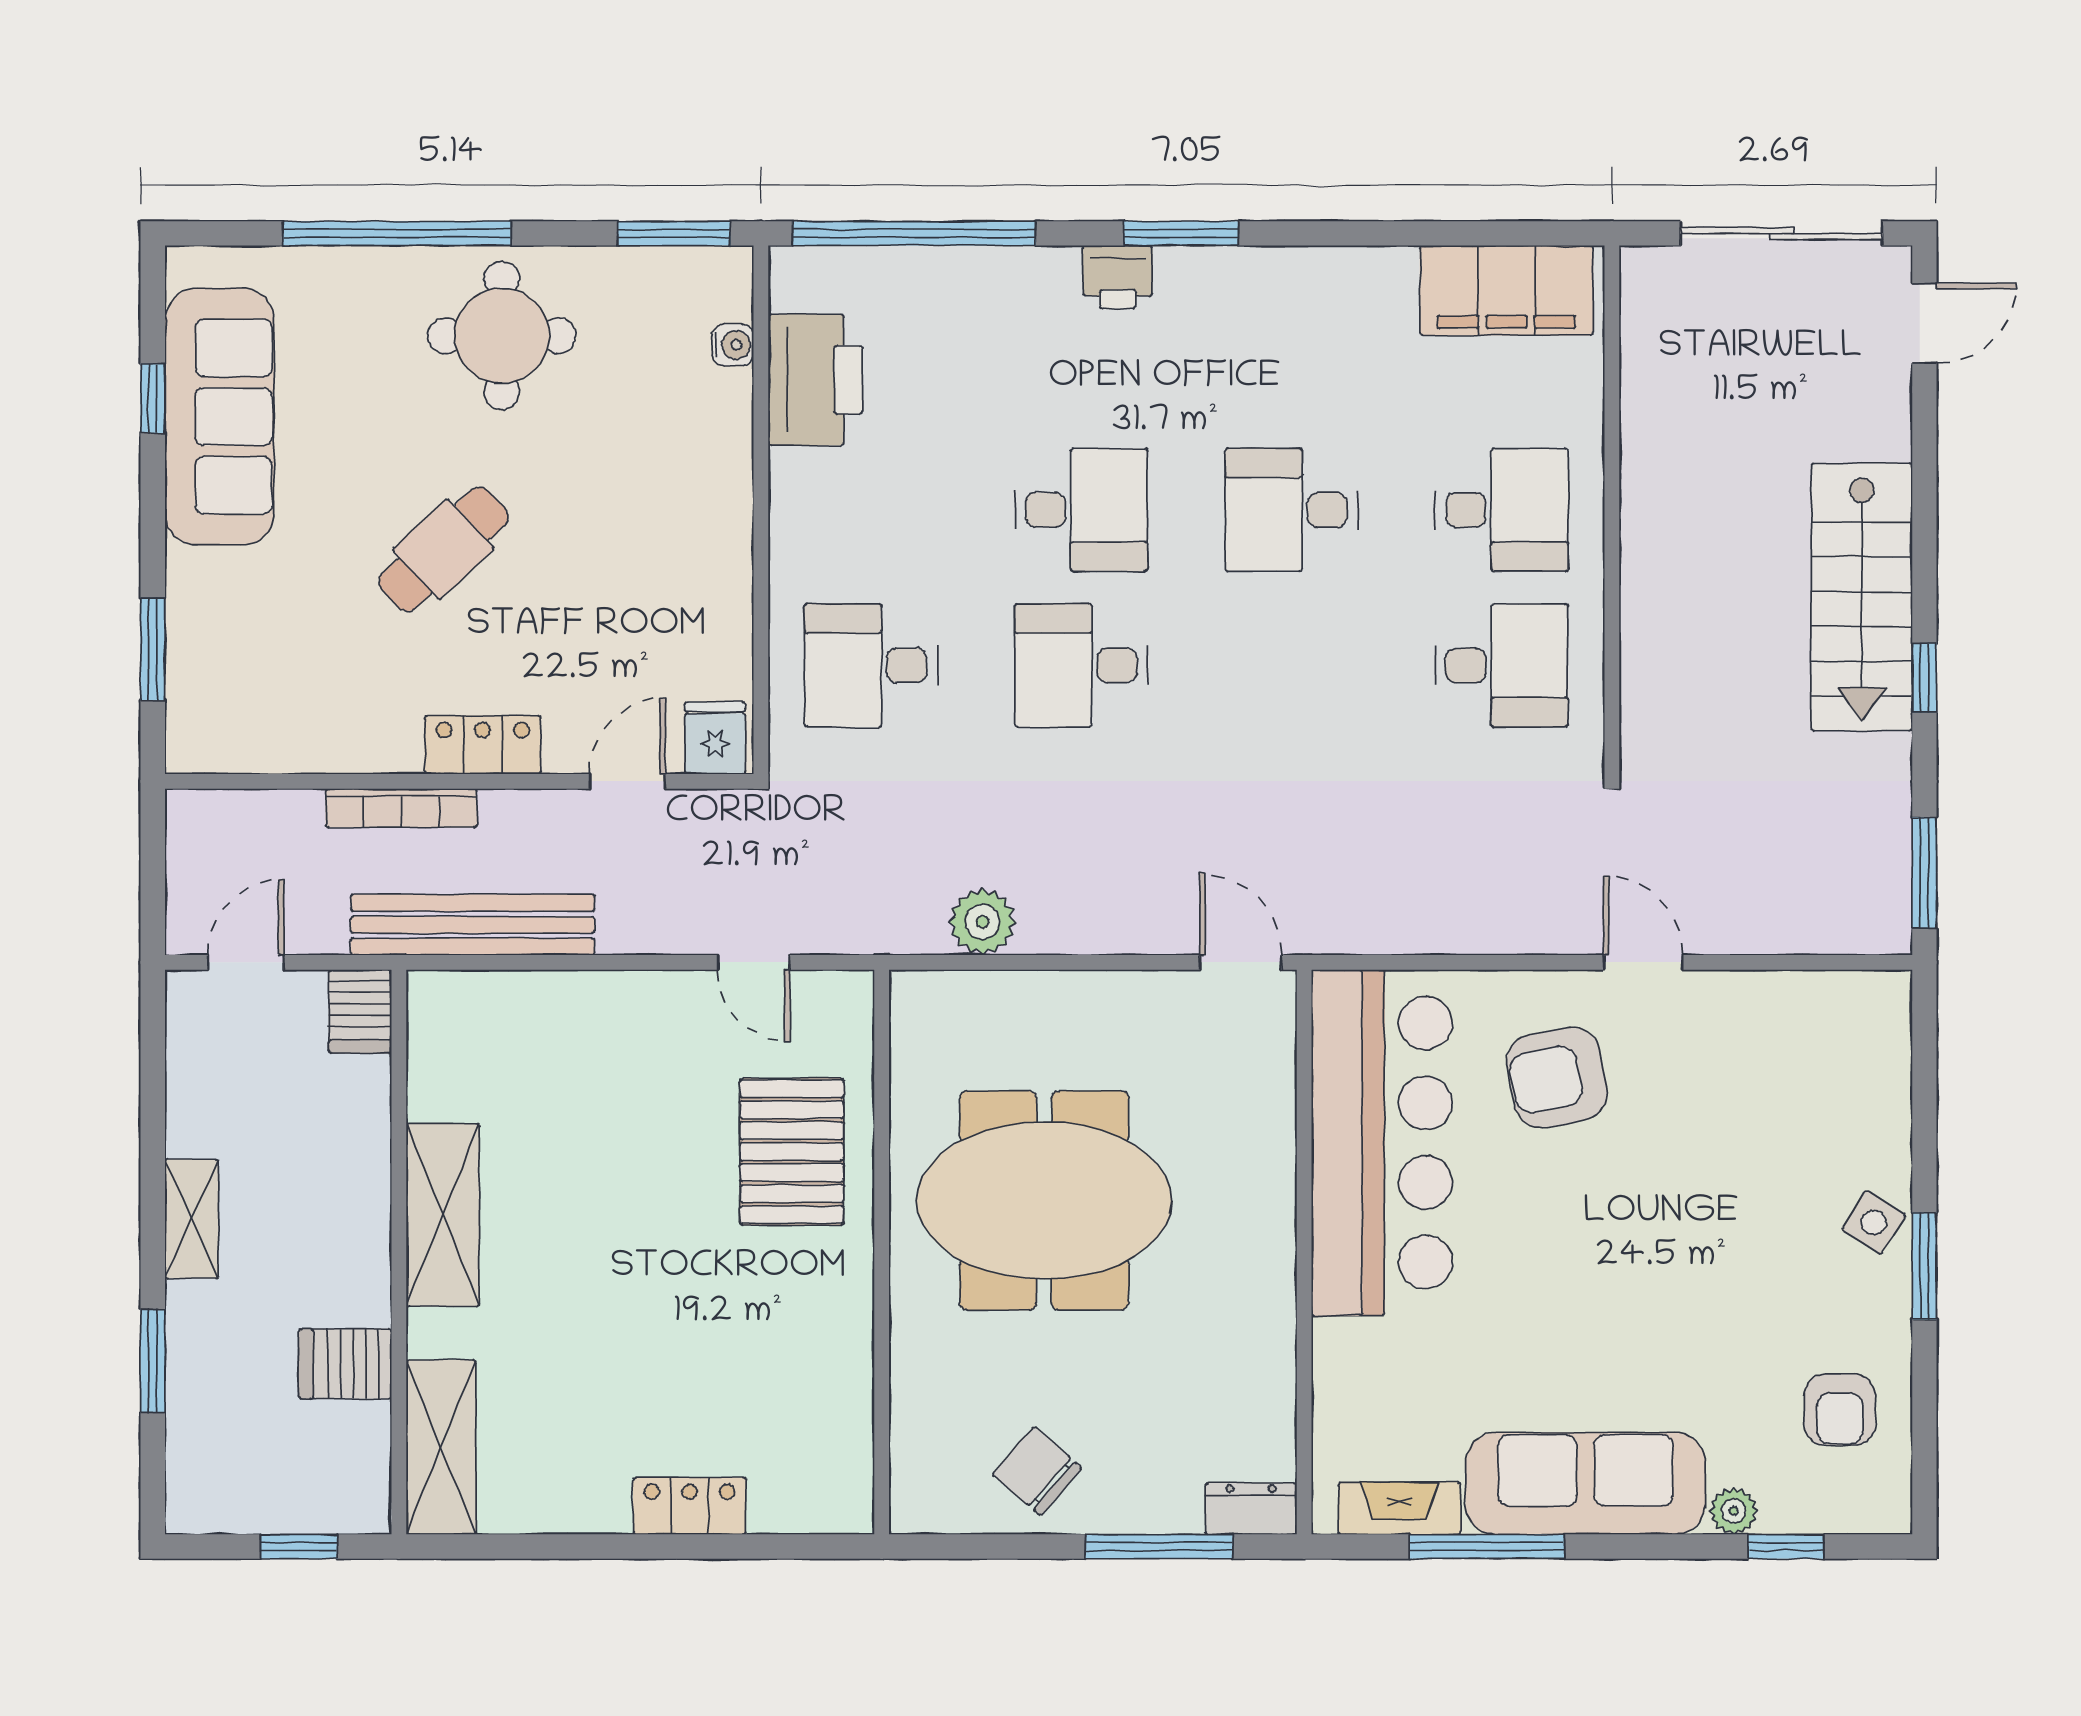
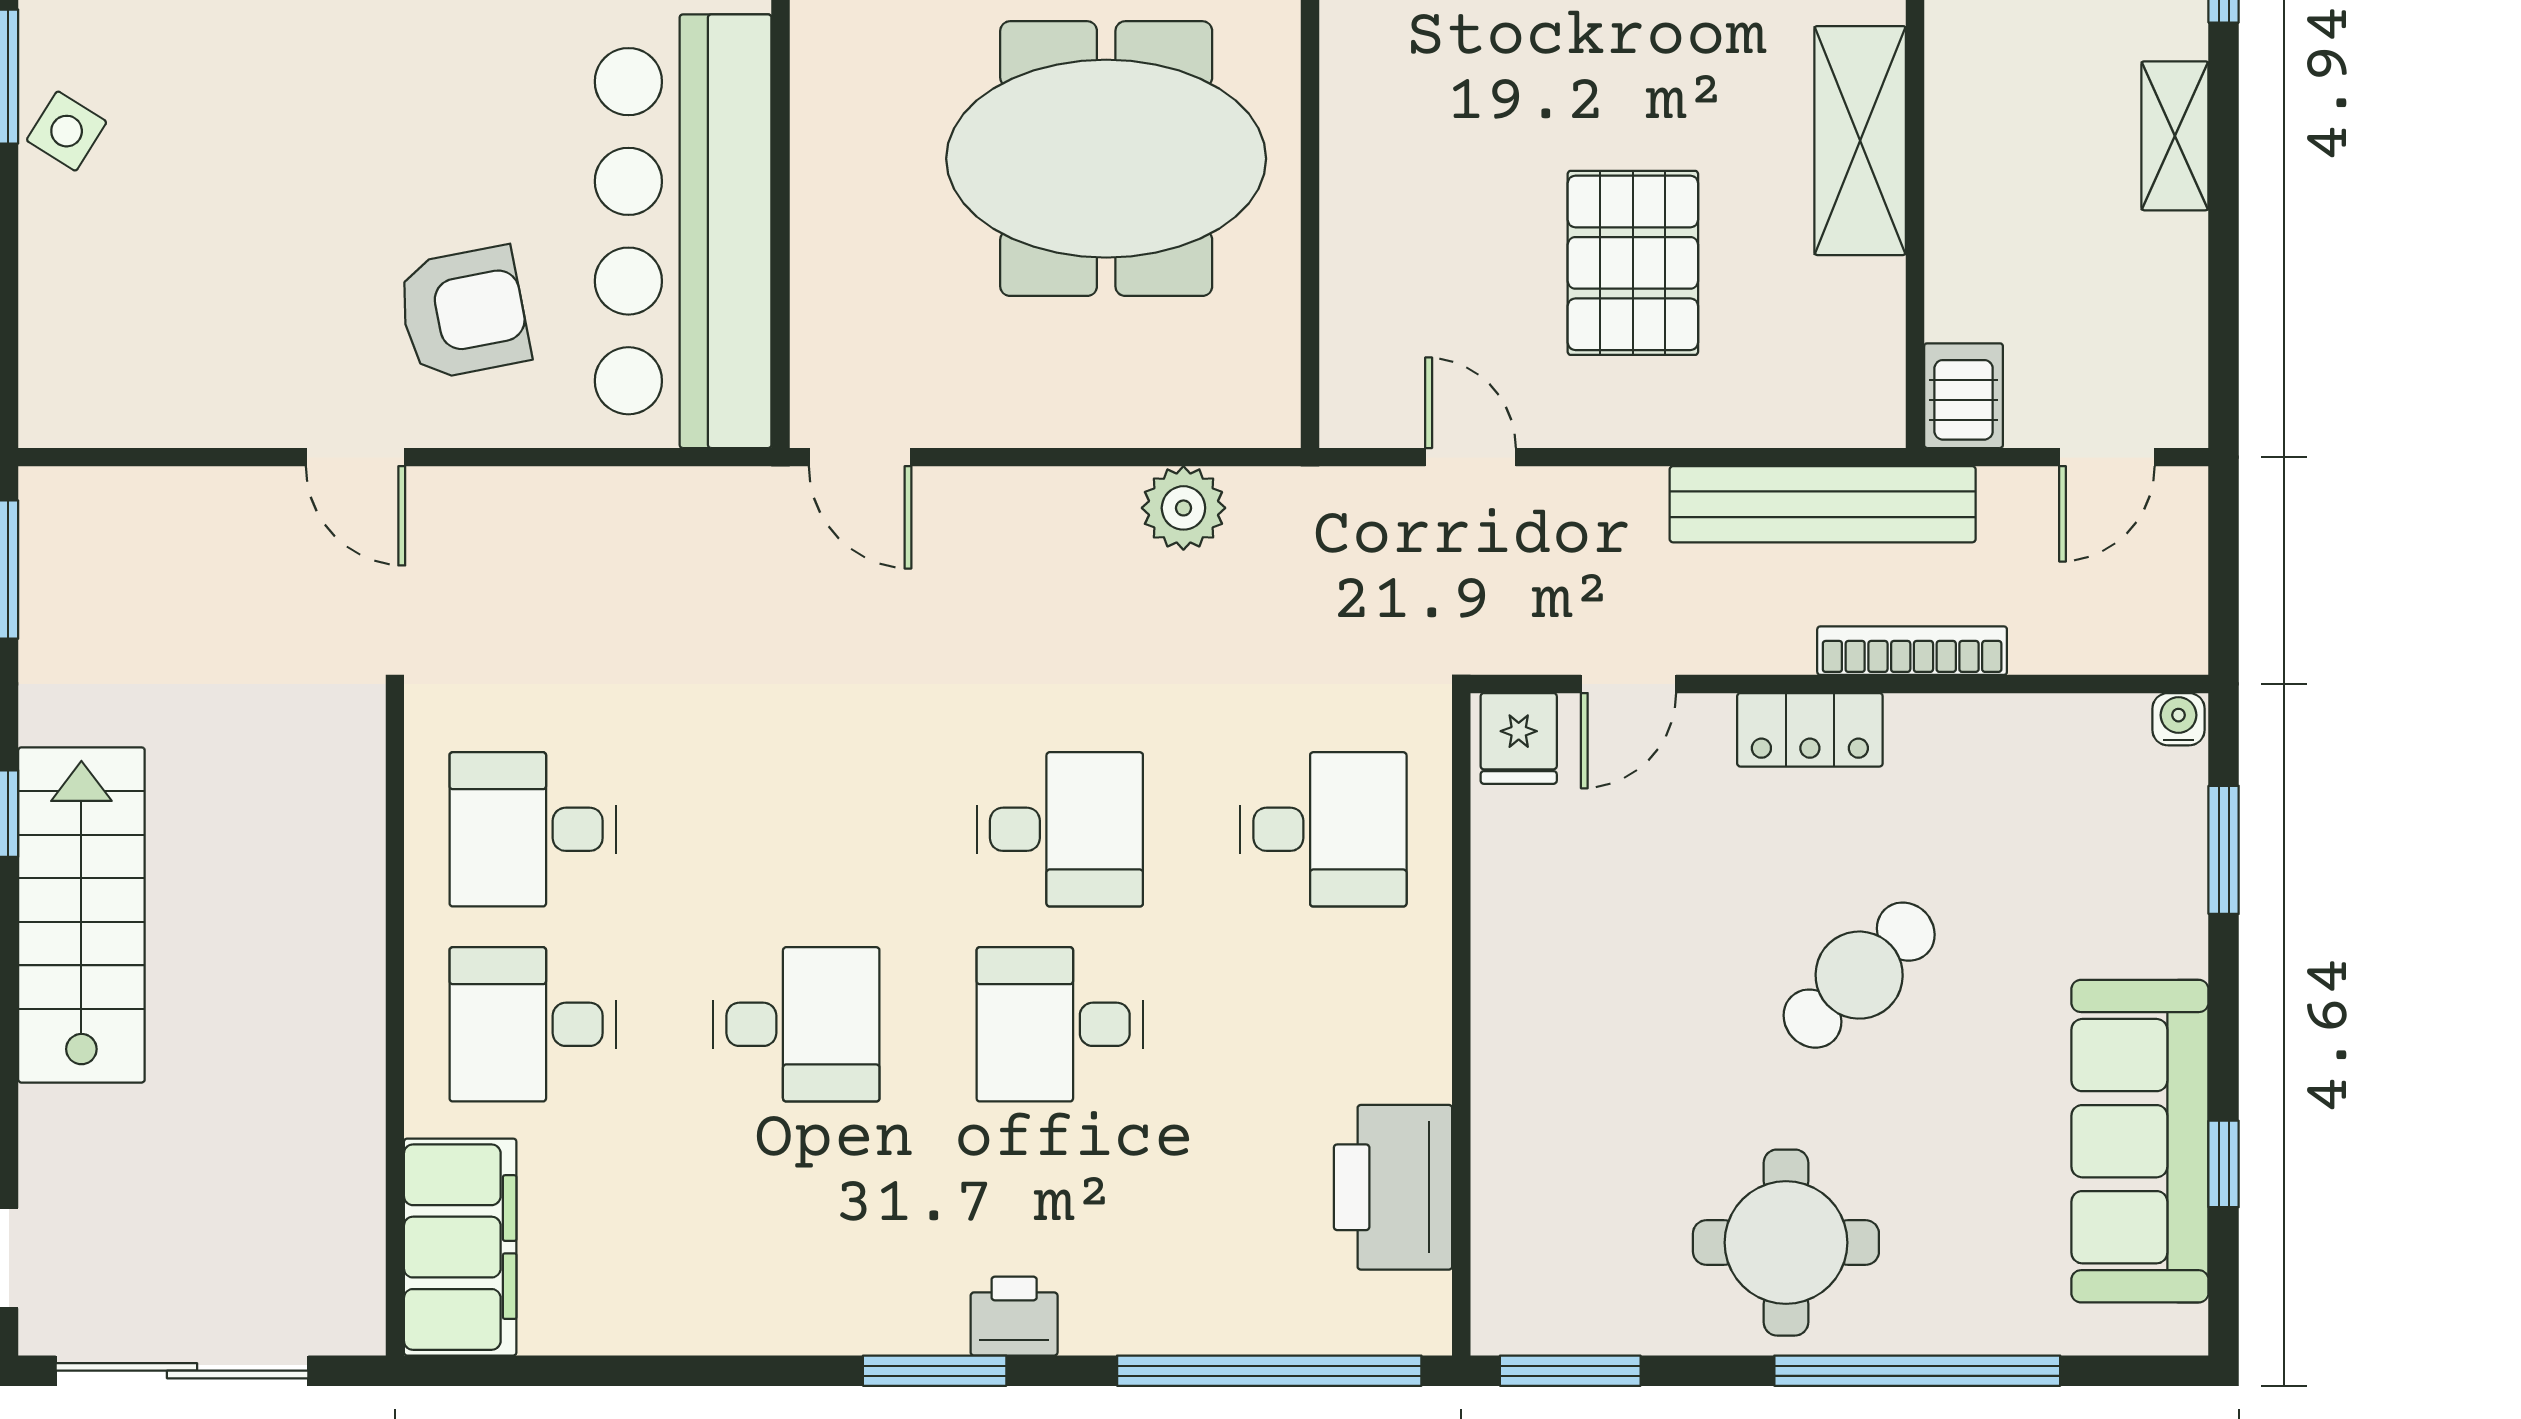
filing cabinet: (1507, 290) -> (460, 1247), moved, turned 90
water cooler: (733, 345) -> (2178, 719), moved, turned 90
pallet: (792, 1152) -> (1633, 263), moved

